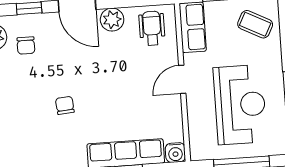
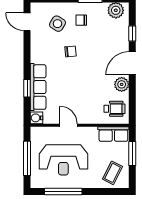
chair: (26, 46) -> (81, 20), moved
door: (182, 79) -> (68, 125), moved
side table: (22, 129) -> (58, 24), added

